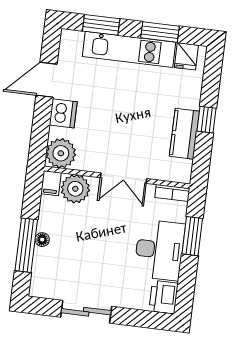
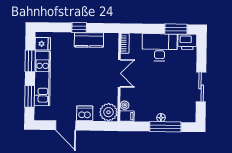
plant: (75, 189) -> (125, 105), width x0.53, depth x0.53
window: (192, 236) -> (176, 29), moved

